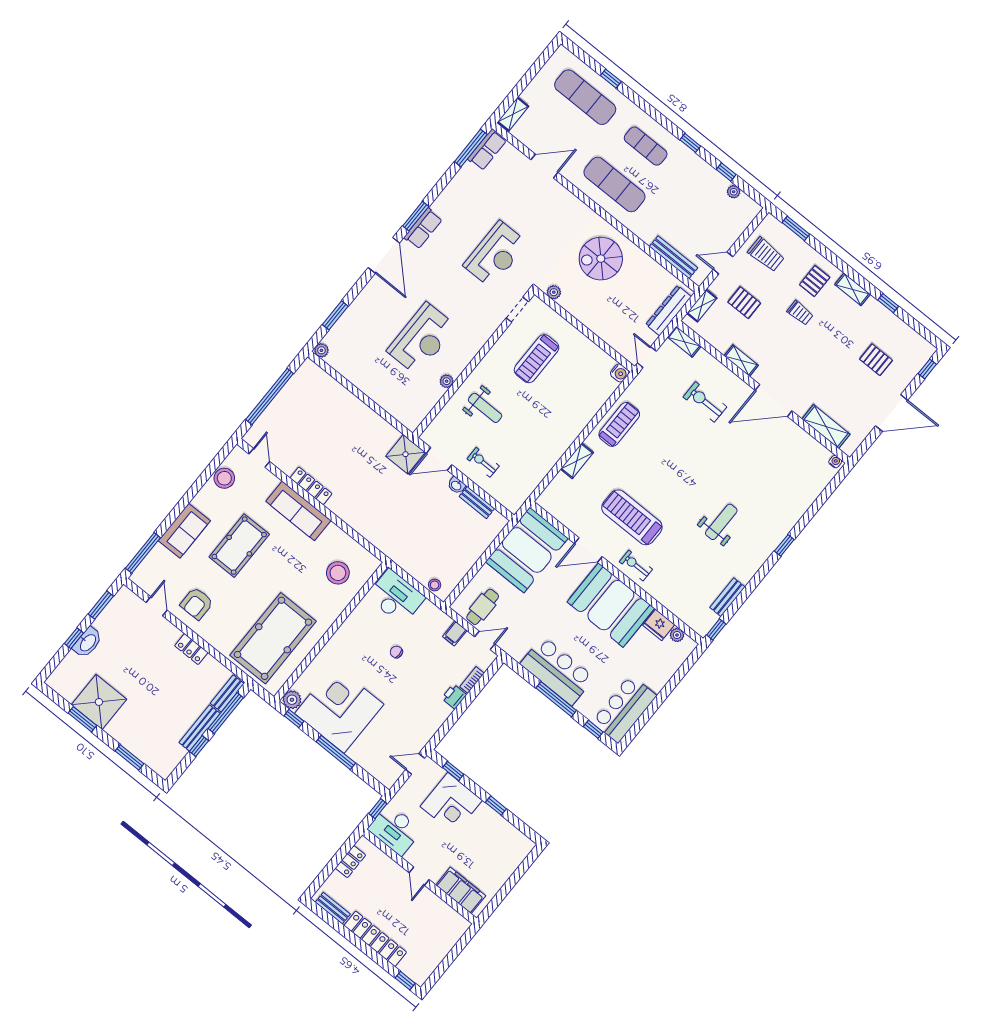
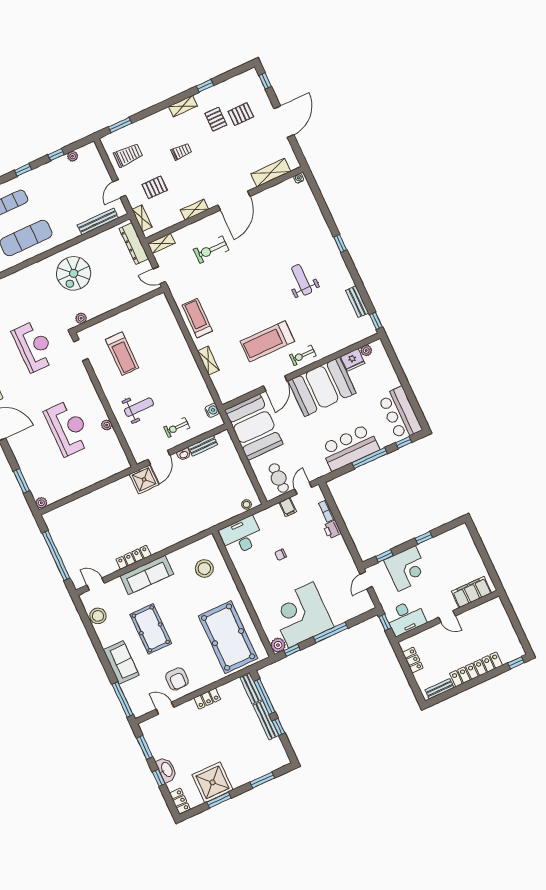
pallet: (815, 281) -> (216, 119), moved
water cooler: (620, 373) -> (212, 410), moved
locker: (59, 675) -> (180, 801), added

